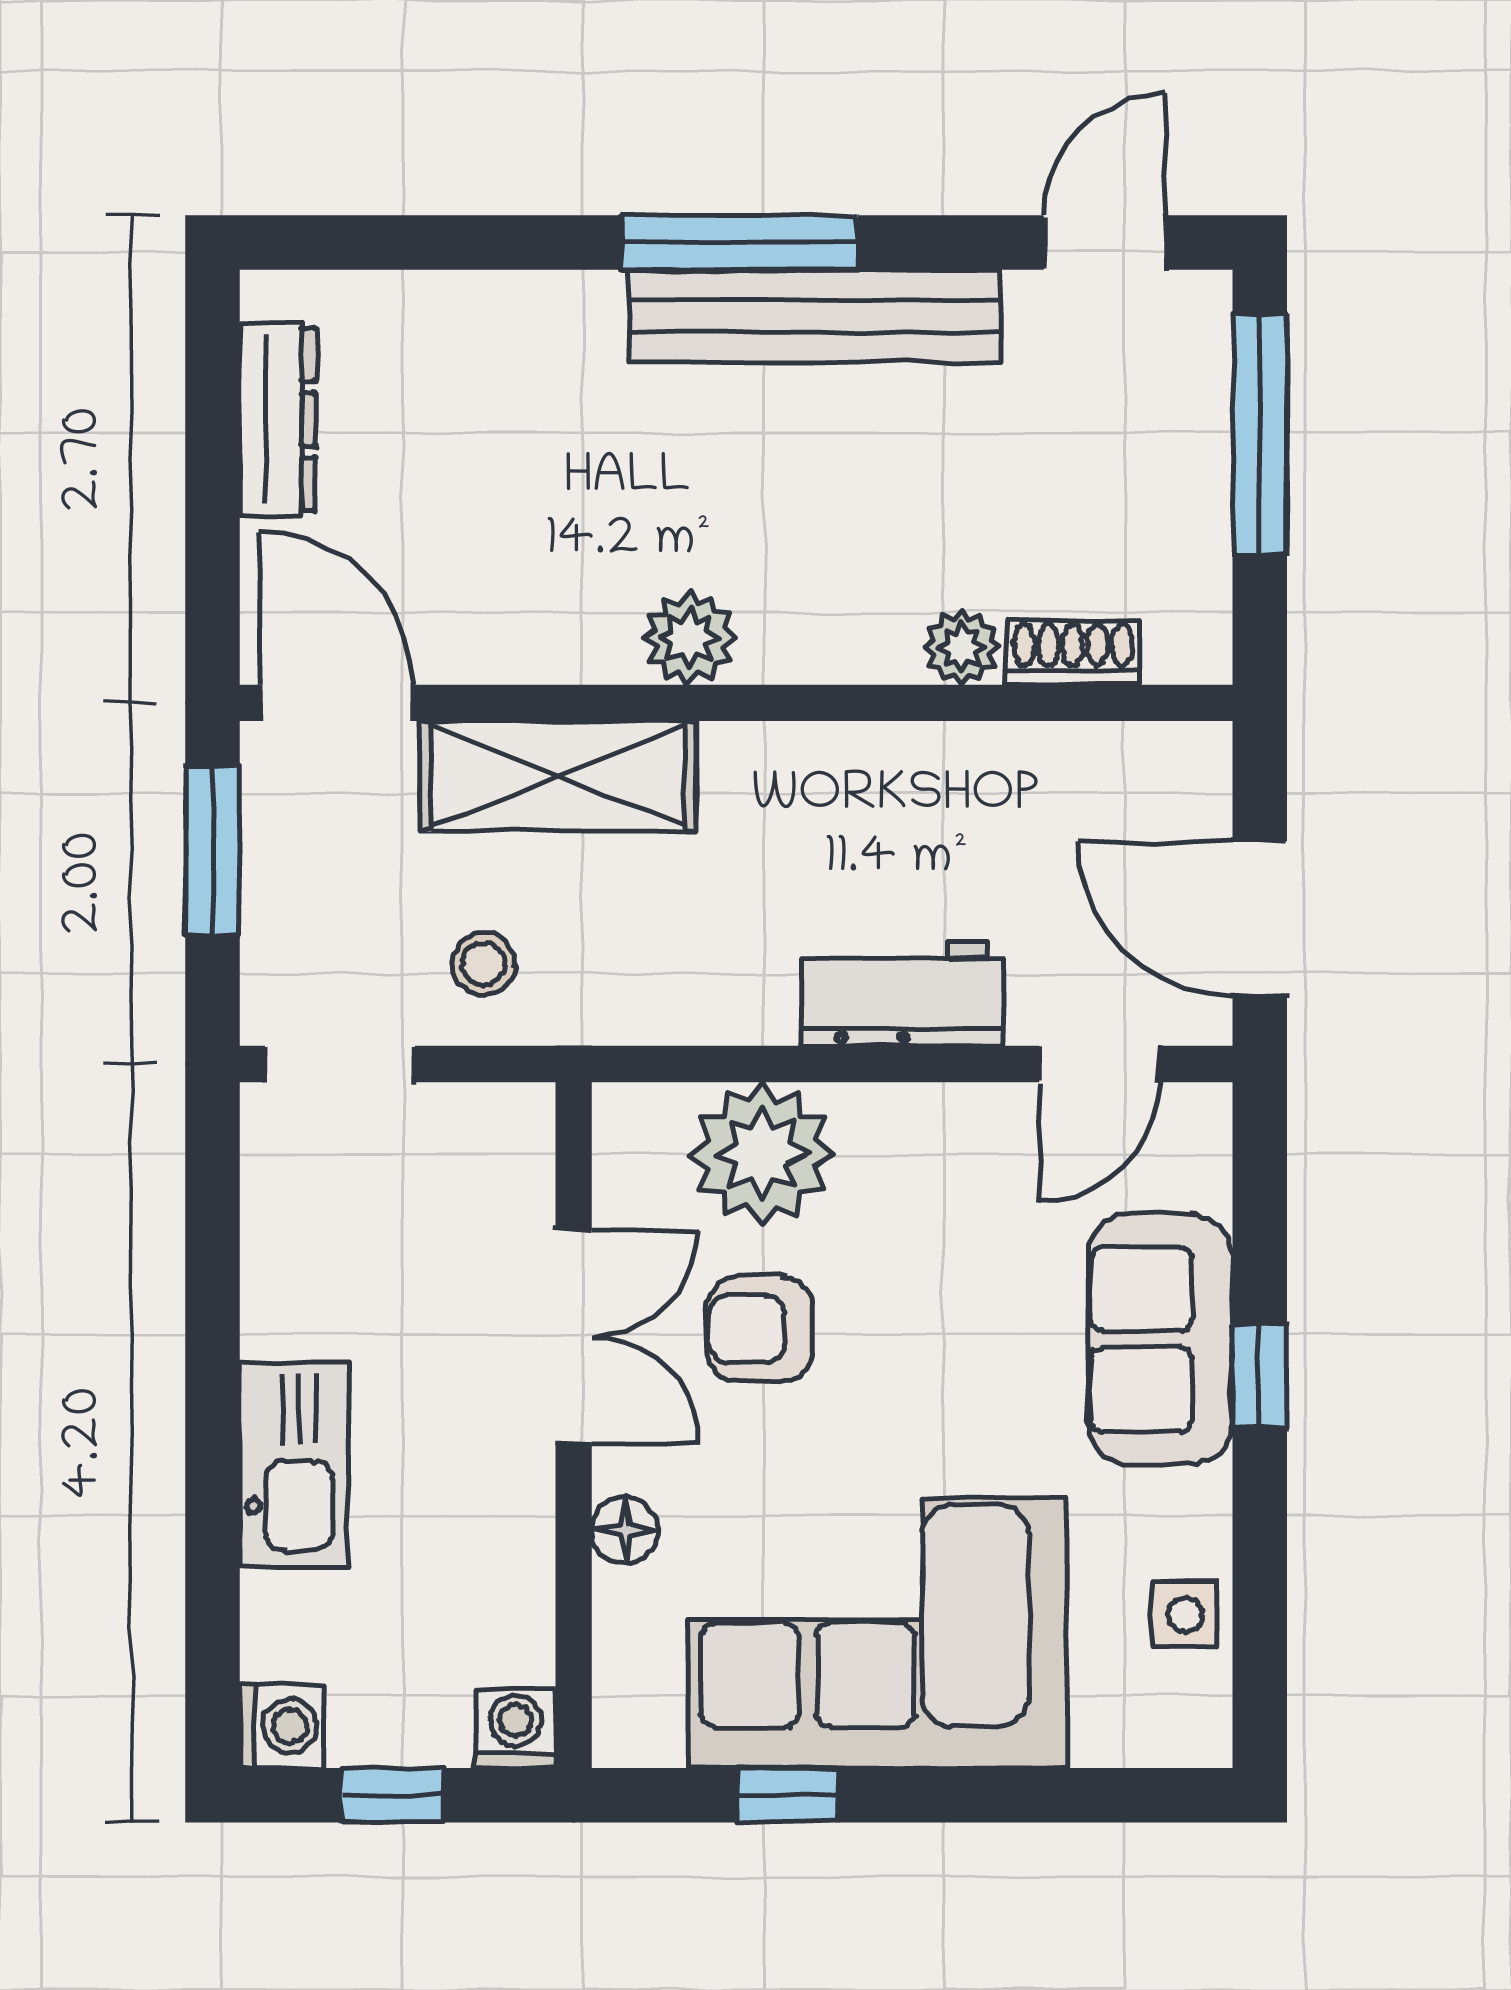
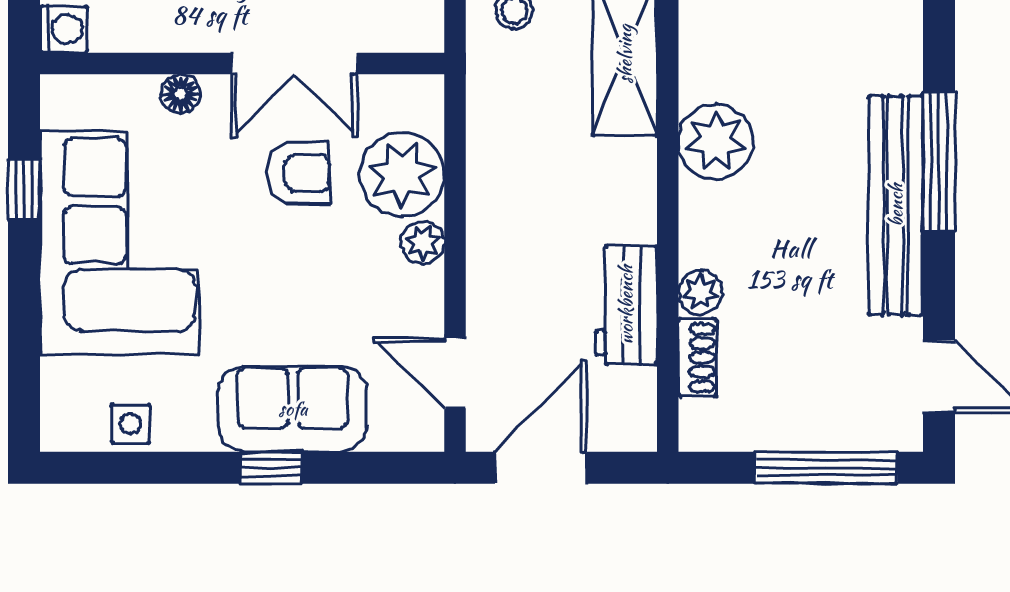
plant: (689, 638) -> (716, 142), width x1.36, depth x1.36
workbench: (903, 994) -> (626, 305), moved, turned 180
plant: (877, 1119) -> (423, 243), added
armchair: (760, 1329) -> (299, 173), turned 90

